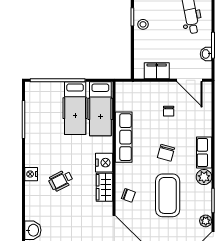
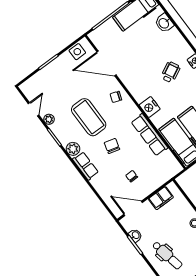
wardrobe: (104, 187) -> (137, 90), removed

